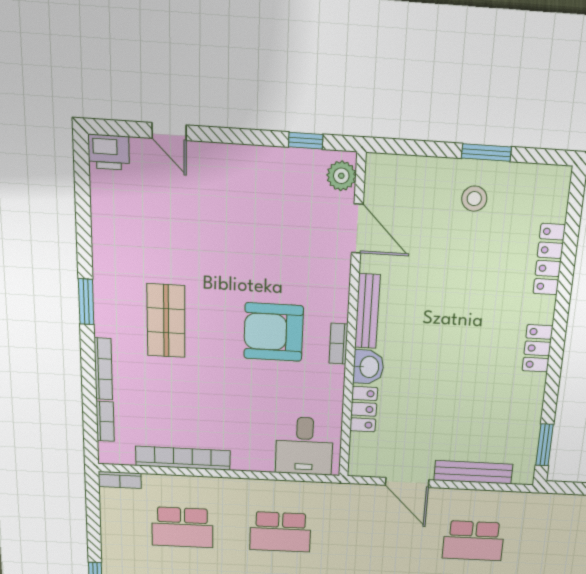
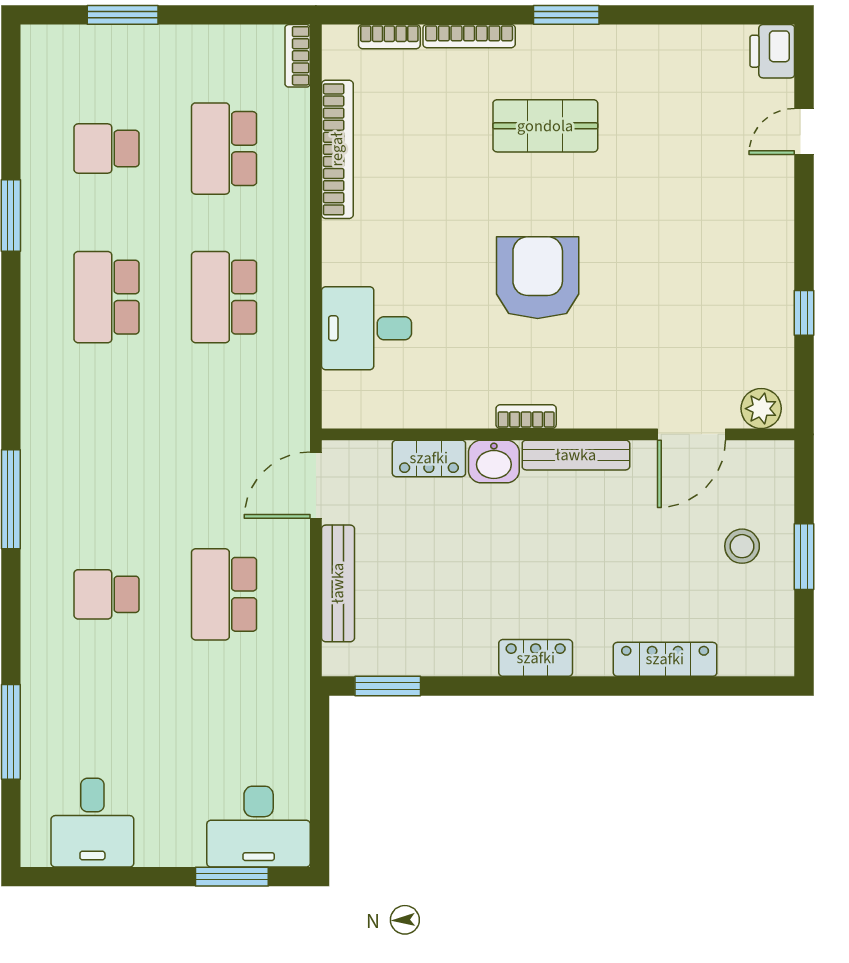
plant: (341, 176) -> (761, 409), moved
door: (357, 228) -> (692, 434), moved
bench: (367, 311) -> (576, 455), moved
wall: (352, 323) -> (558, 434), moved
bookcase: (339, 344) -> (526, 417), moved
washbasin: (368, 367) -> (494, 461), moved
locker: (364, 409) -> (429, 458), moved

